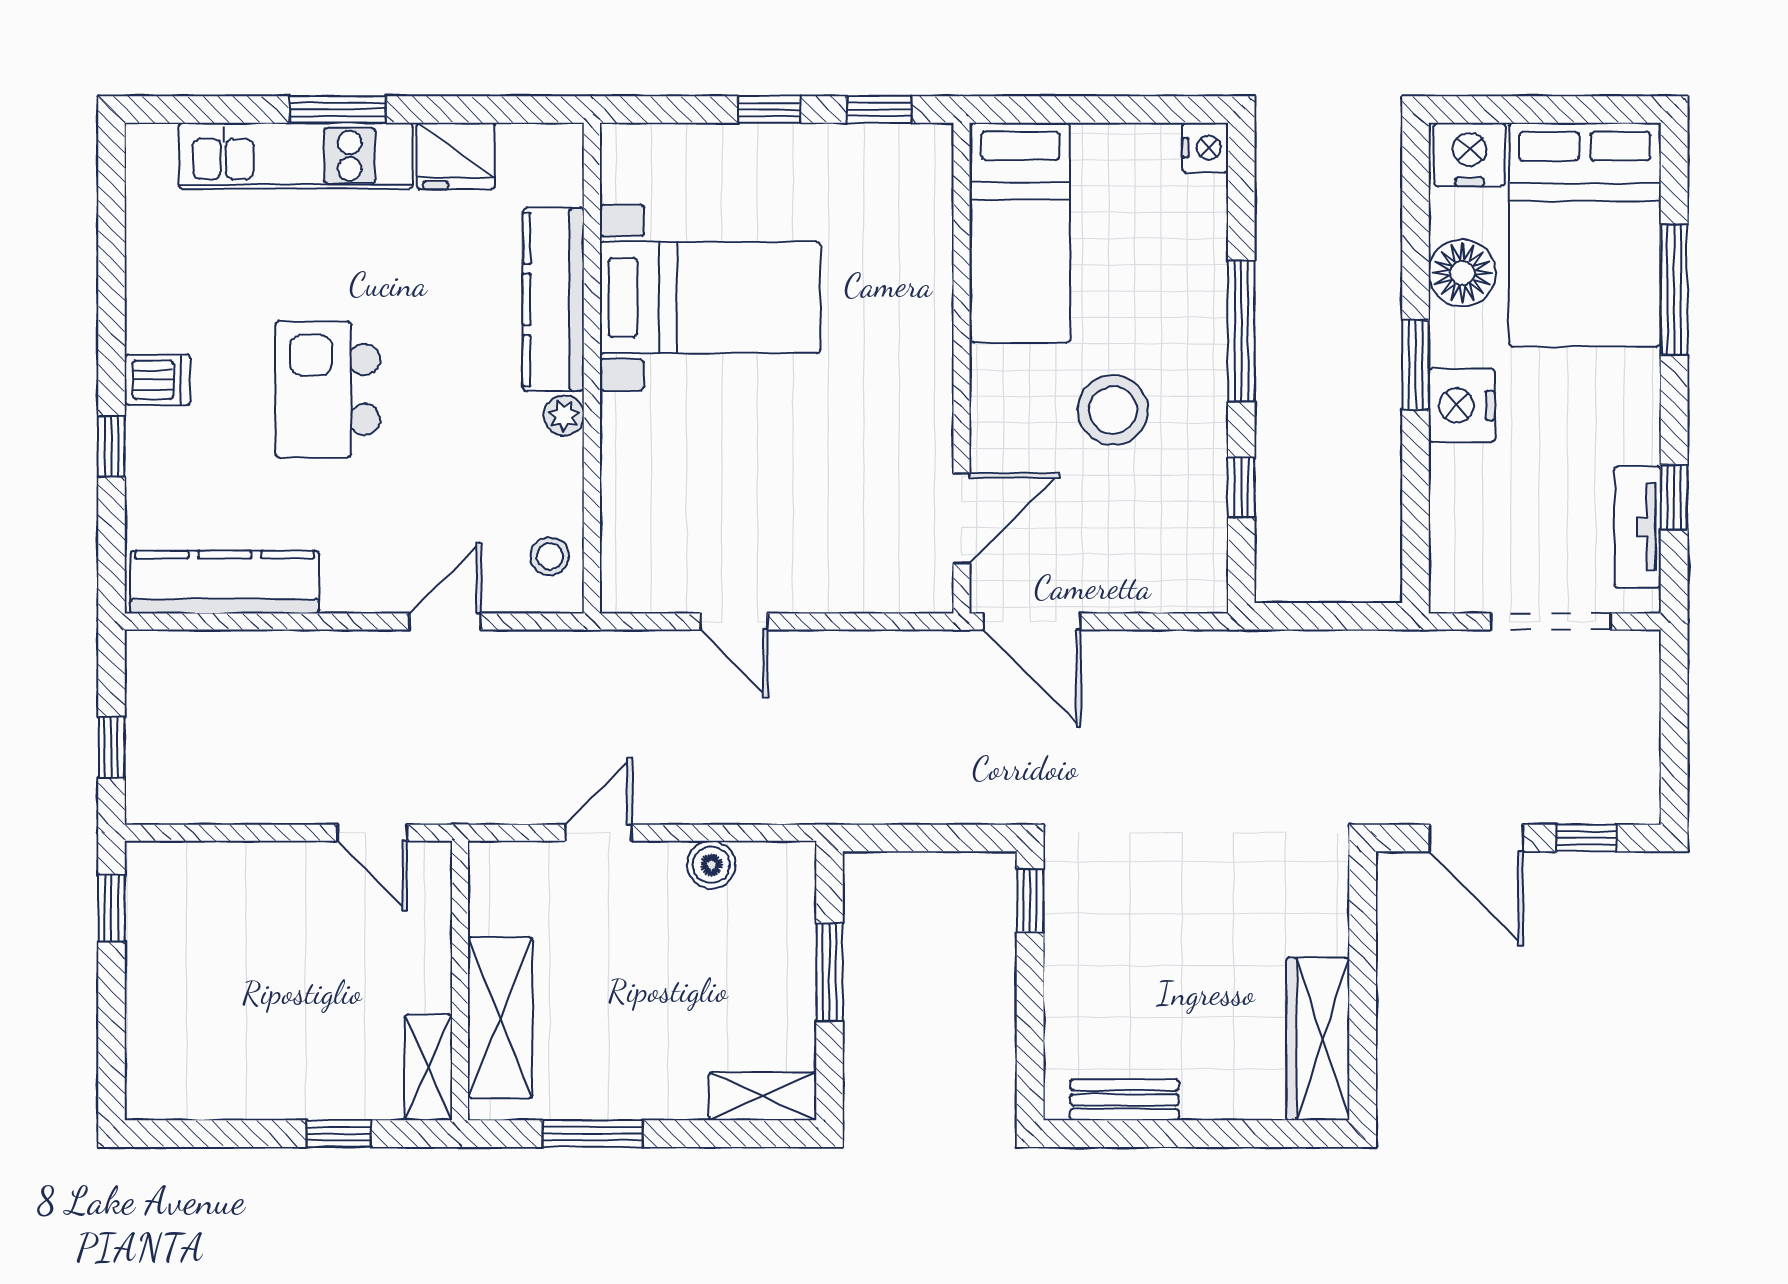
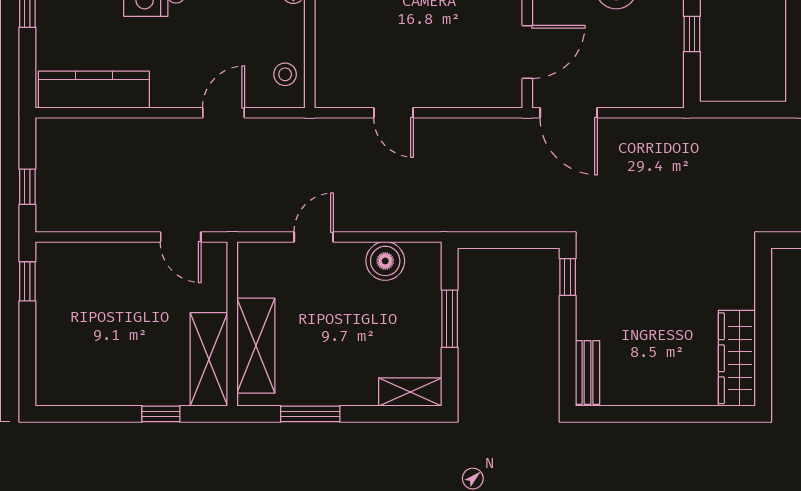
boiler: (711, 865) -> (385, 261), width x1.36, depth x1.36
shelving: (428, 1067) -> (209, 359), width x1.50, depth x1.33
bench: (1125, 1100) -> (588, 372), moved, turned 90

